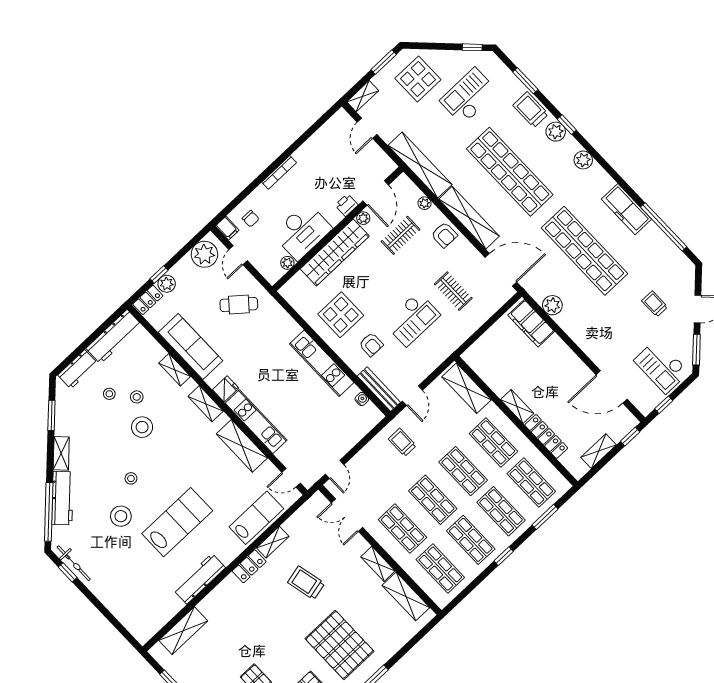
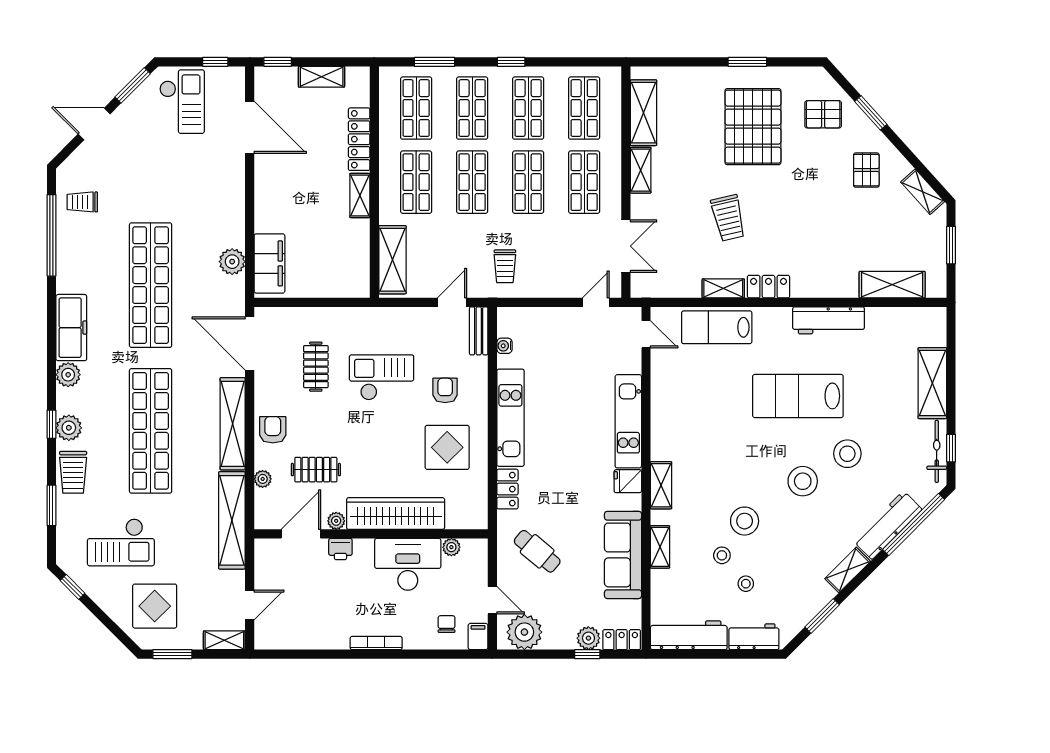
freezer: (626, 209) -> (71, 328), moved
door: (238, 255) -> (492, 600), hinge flipped
trolley: (655, 304) -> (82, 202), moved, turned 90
locker: (287, 323) -> (507, 489), added
bench: (379, 389) -> (479, 331), width x0.73
shelving: (242, 446) -> (932, 383), moved
stool: (131, 478) -> (803, 481), width x1.89, depth x1.89

